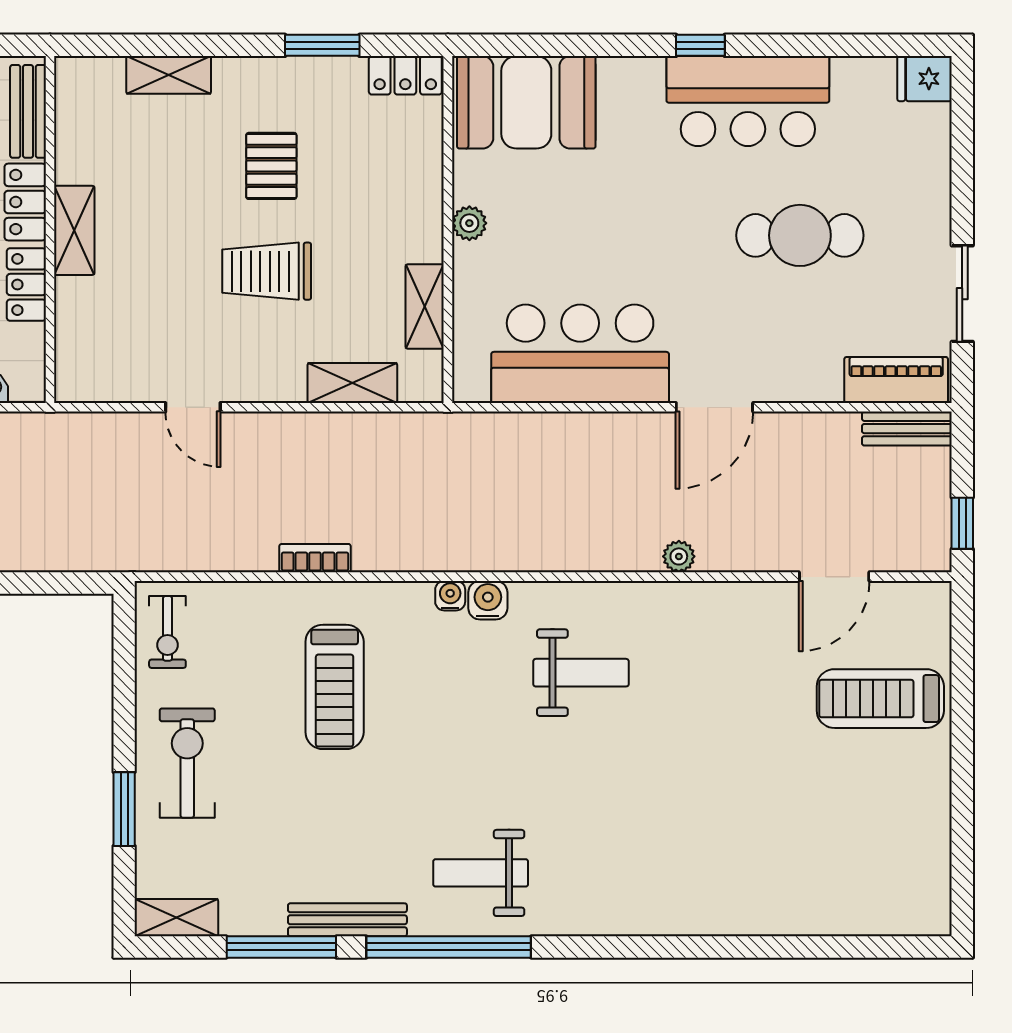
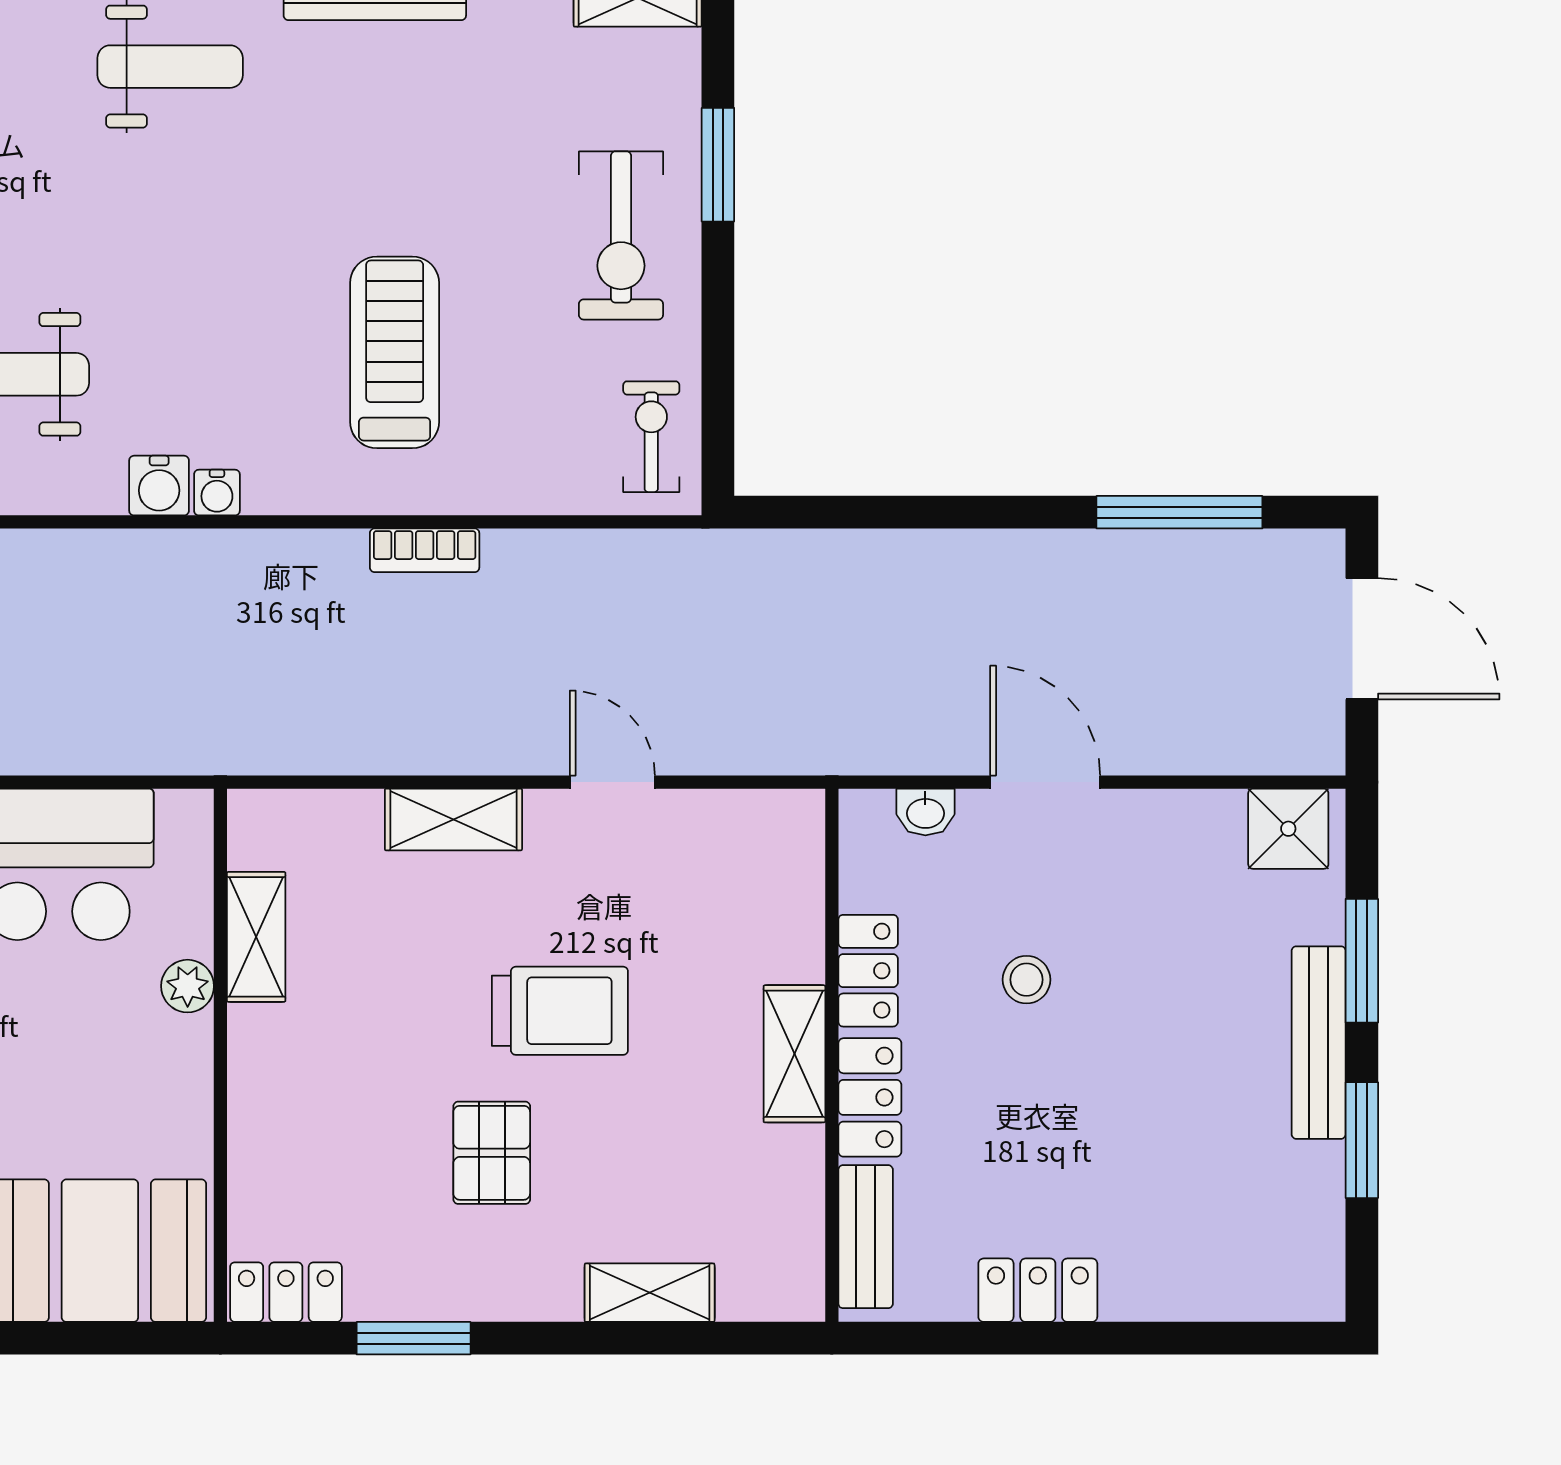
plant: (469, 223) -> (188, 986), moved
trolley: (267, 271) -> (560, 1011), moved
shelving: (352, 383) -> (453, 819), moved

